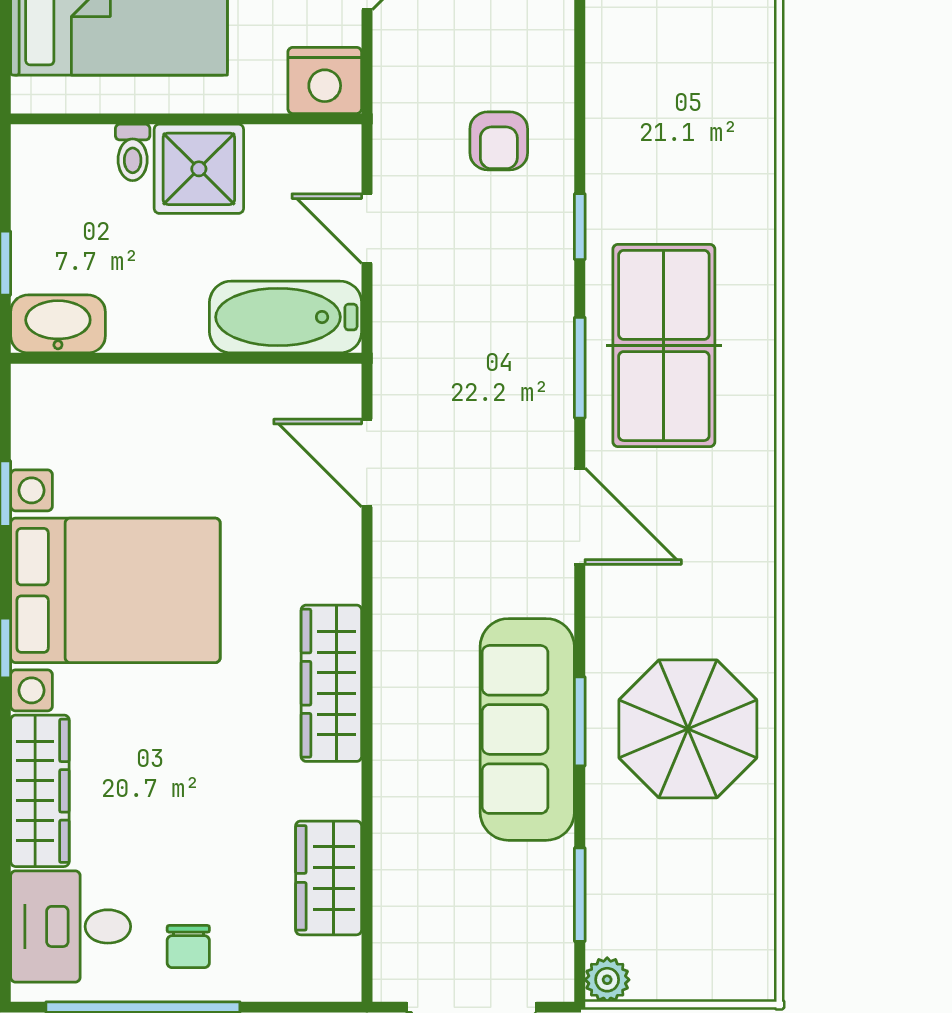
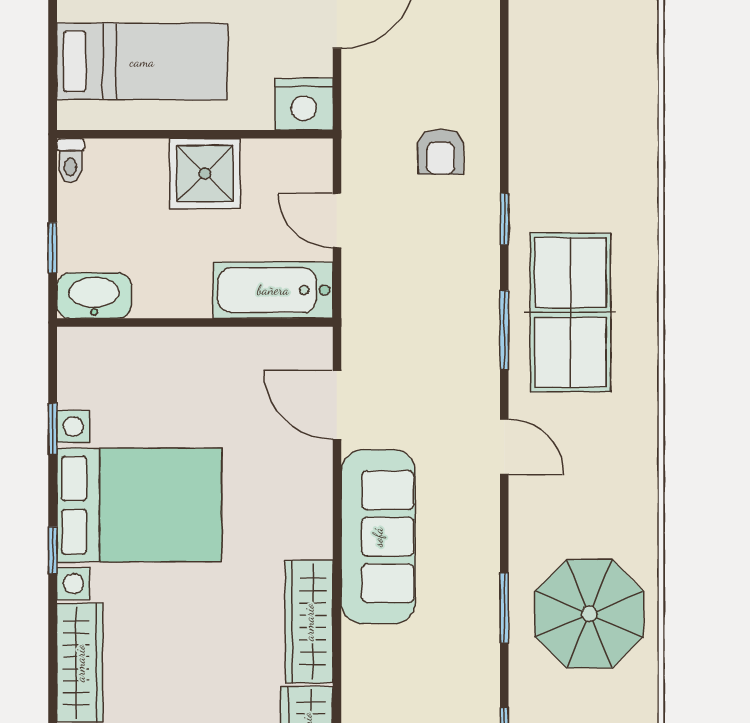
toilet: (133, 152) -> (70, 161), moved
door: (580, 516) -> (504, 447), width x0.73
wardrobe: (331, 683) -> (309, 622), moved
sofa: (527, 729) -> (378, 537), moved, turned 180

